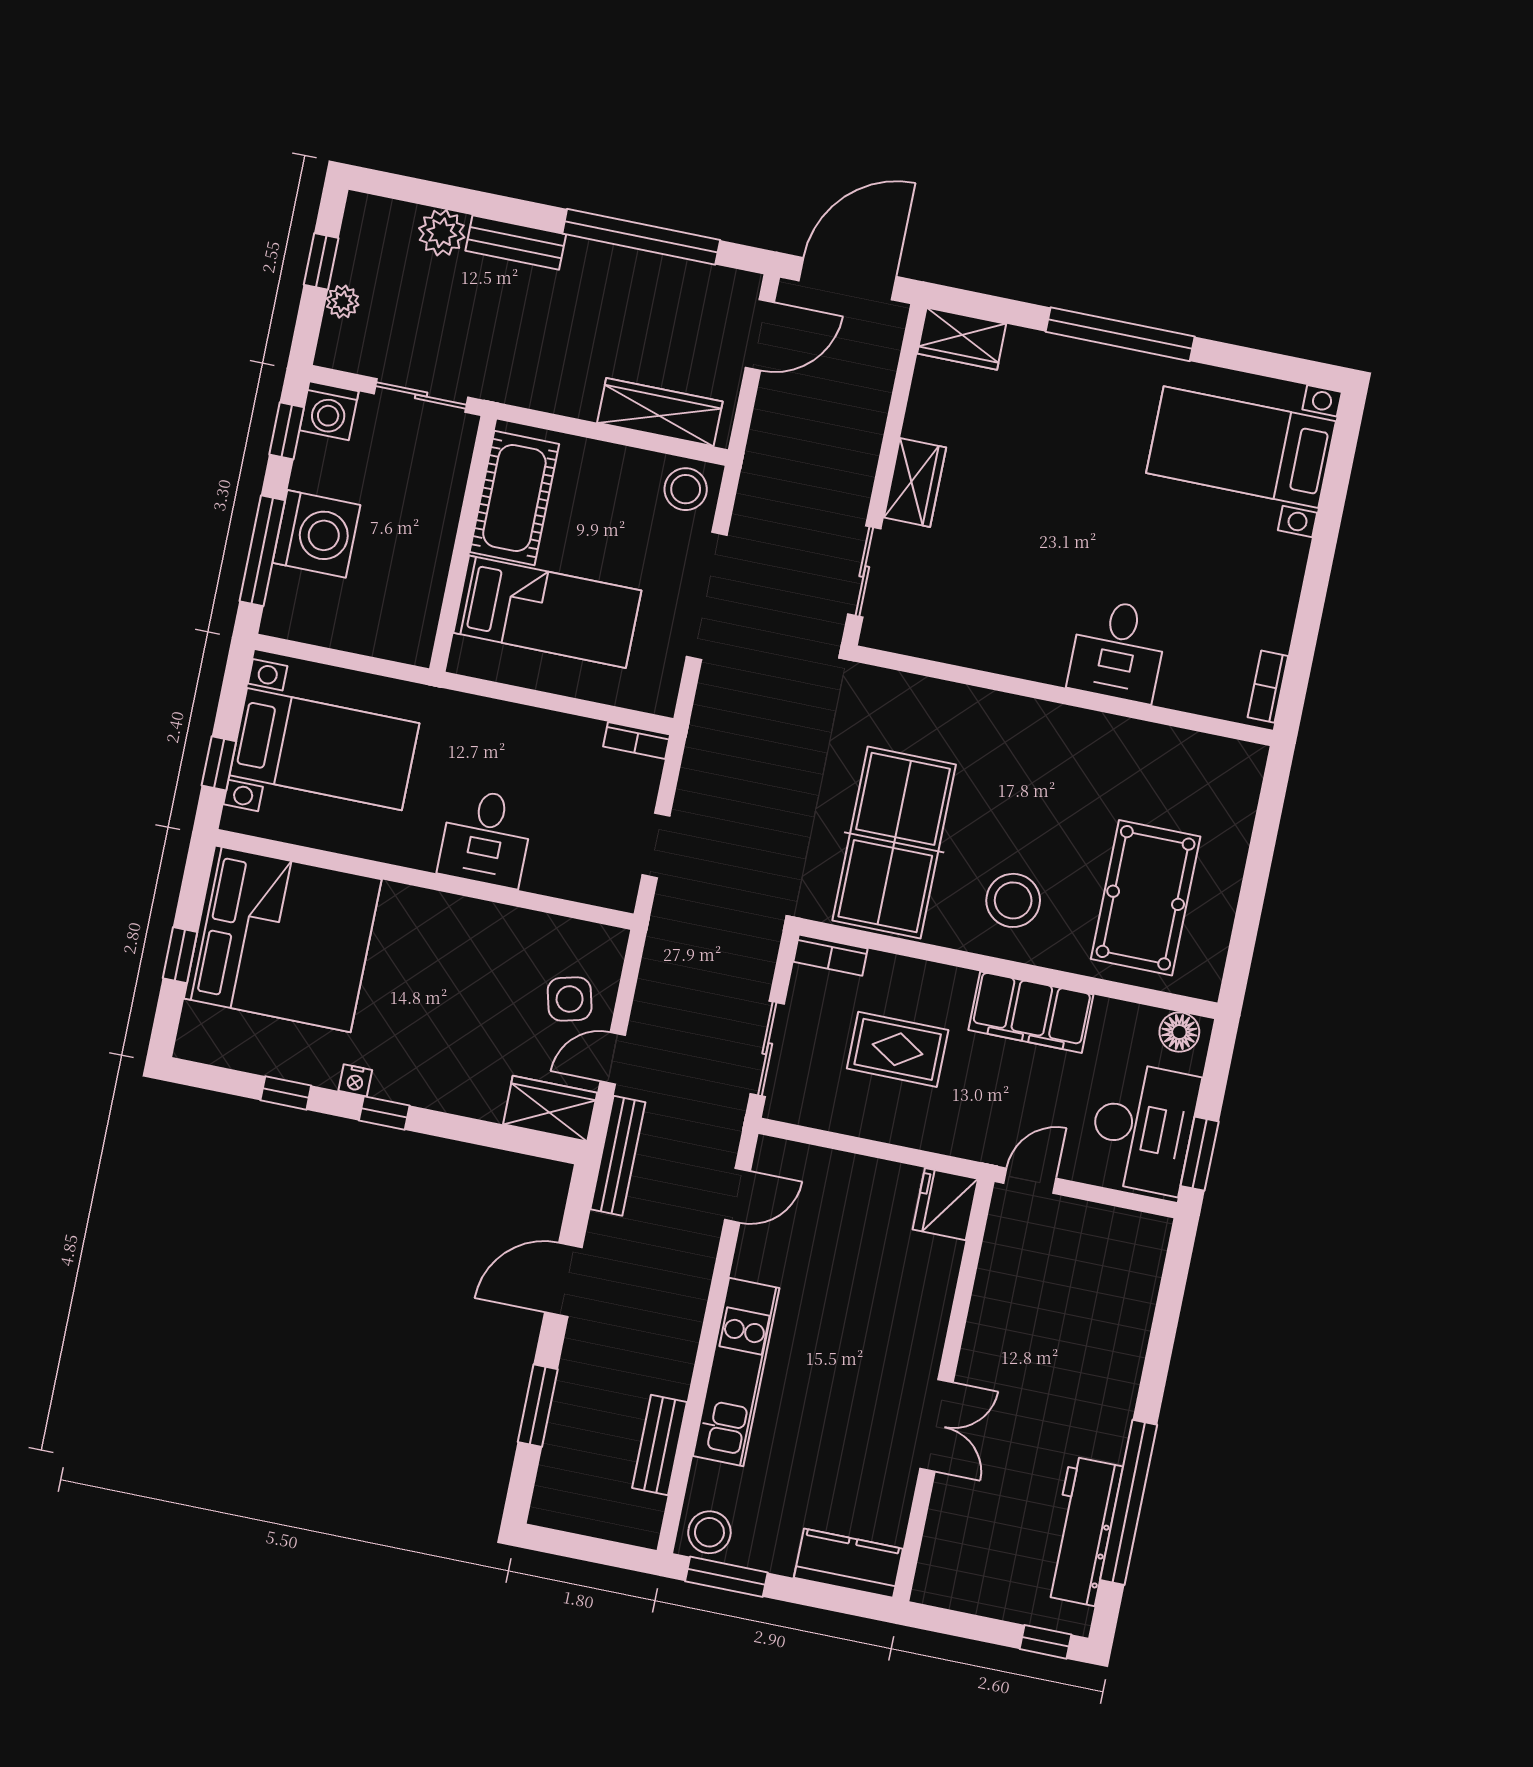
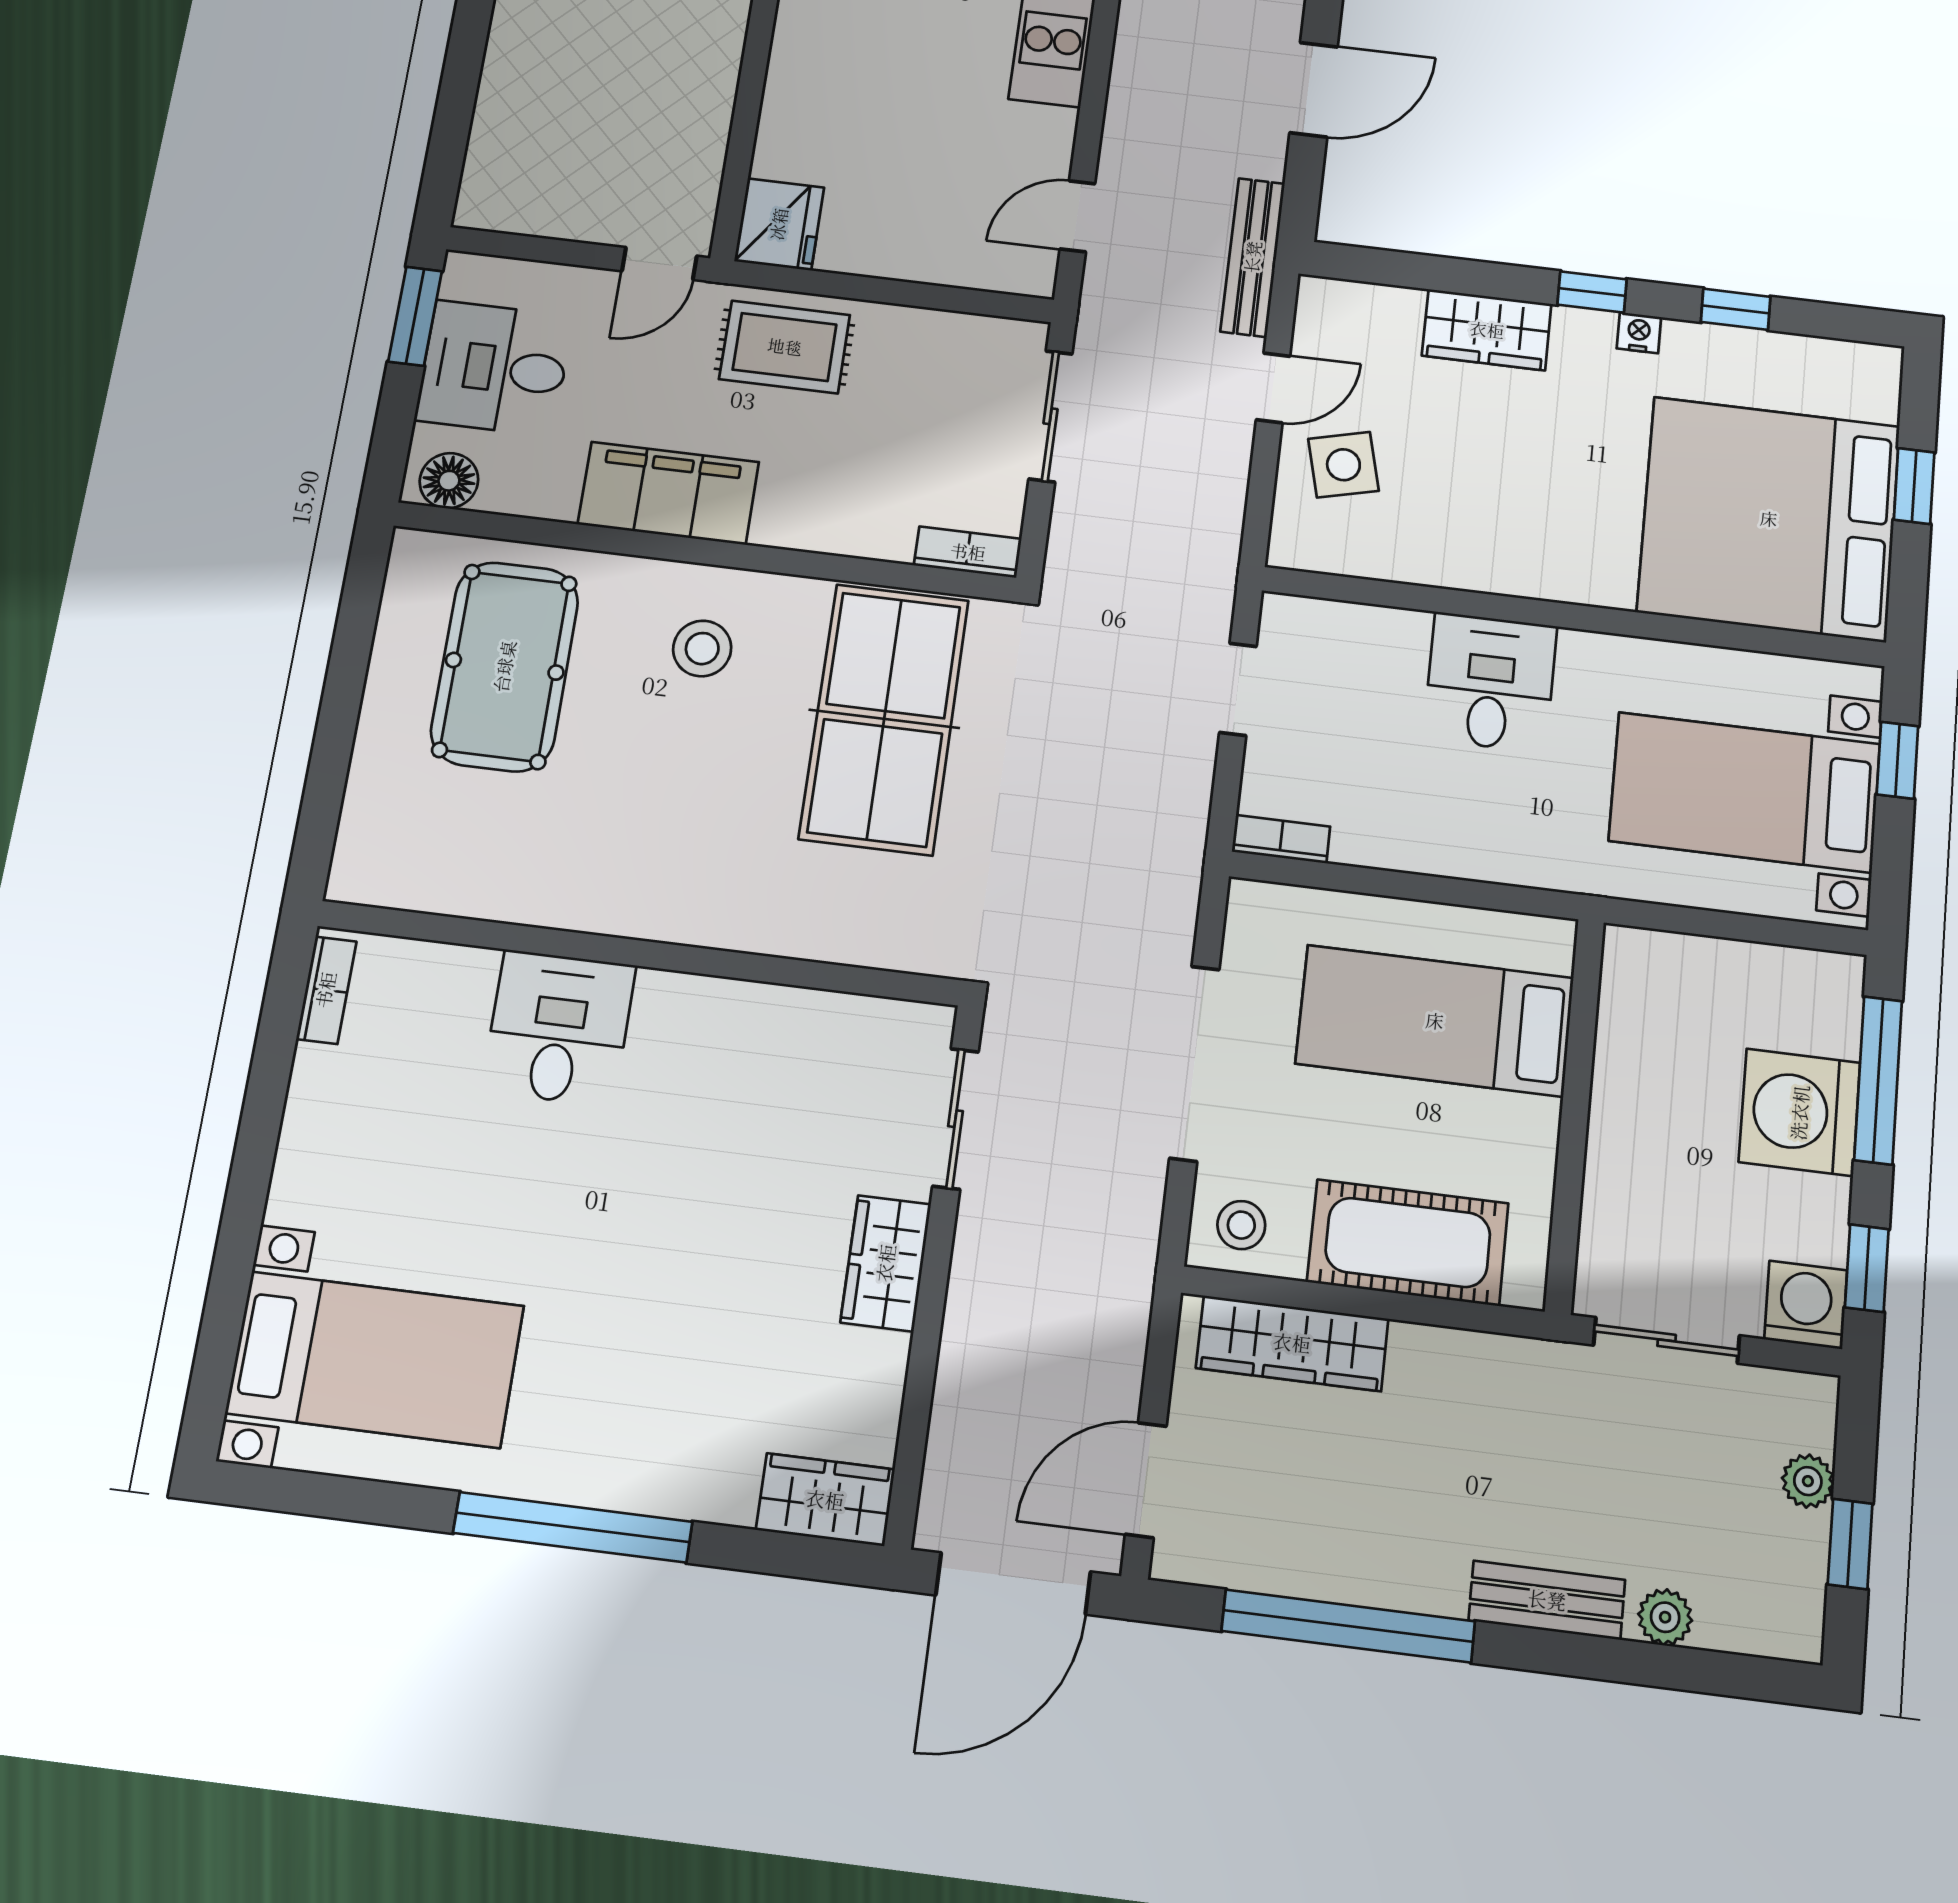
plant: (442, 233) -> (1665, 1617), width x0.73, depth x0.73
stool: (686, 489) -> (1241, 1225), width x0.73, depth x0.73
cot: (514, 498) -> (1408, 1242), moved, turned 90
stool: (1013, 900) -> (702, 649), width x0.73, depth x0.73
rug: (898, 1049) -> (785, 347), moved
wardrobe: (550, 1109) -> (1487, 330), moved
desk: (1143, 1128) -> (494, 368), width x0.73

